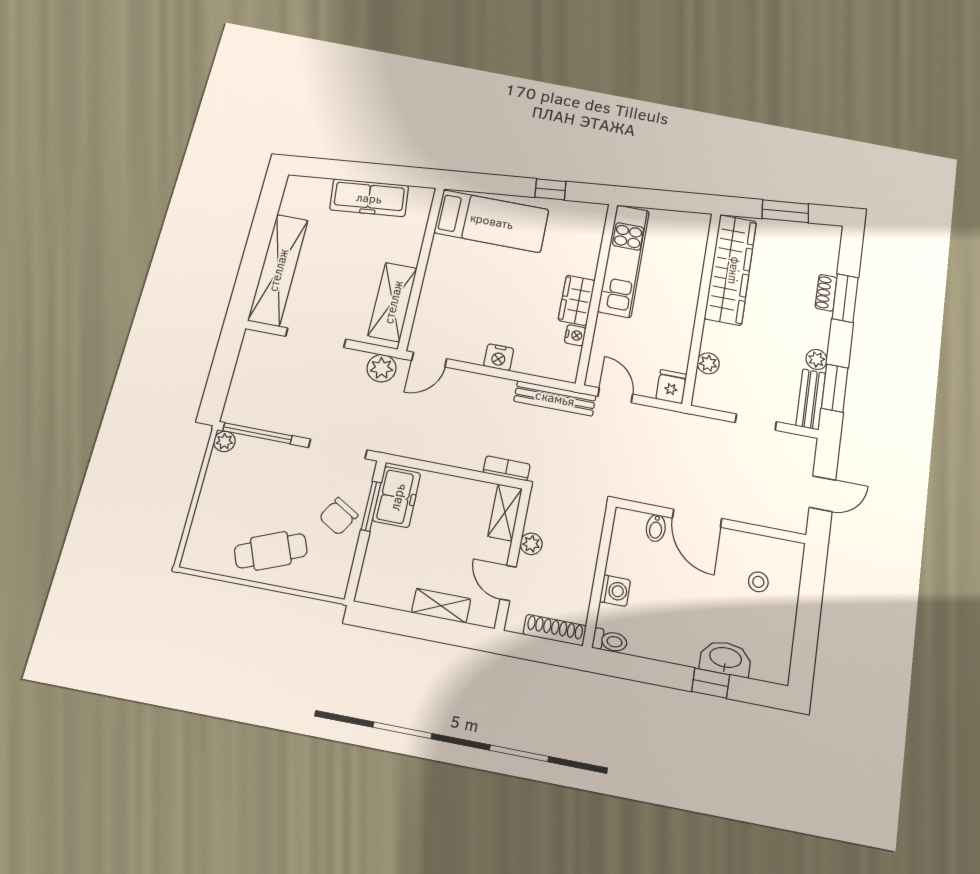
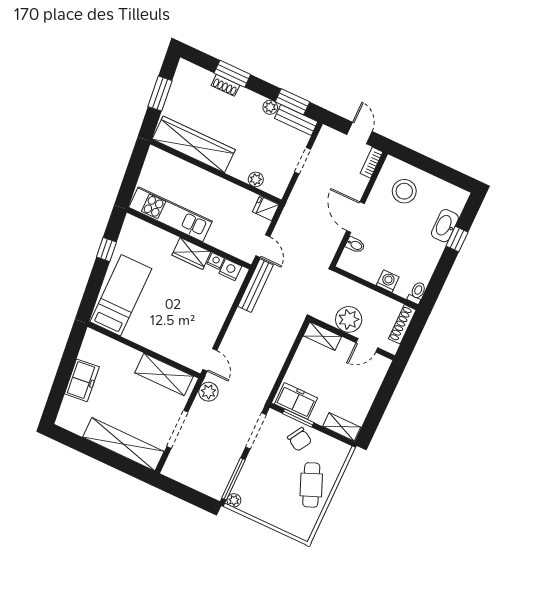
freezer: (369, 198) -> (82, 380), width x0.71
nightstand: (499, 357) -> (230, 270), moved, turned -90
door: (615, 395) -> (263, 246), swing flipped
bookcase: (507, 468) -> (372, 163), moved
door: (697, 518) -> (355, 217), swing flipped
plant: (531, 544) -> (349, 319), width x1.88, depth x1.88
stool: (758, 582) -> (404, 191), width x1.89, depth x1.89
shelving: (441, 606) -> (342, 427), moved, turned 90

